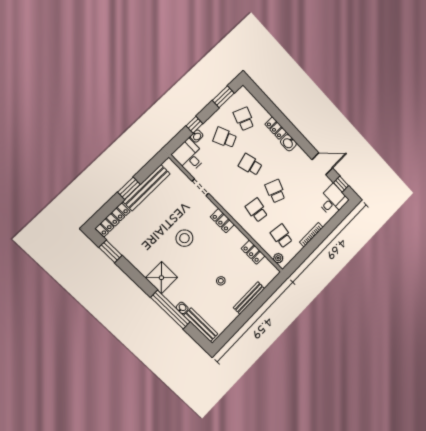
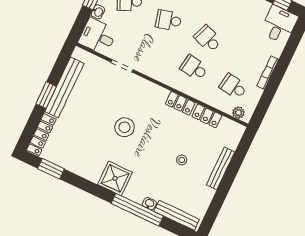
locker: (222, 221) -> (180, 103), moved

